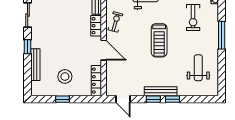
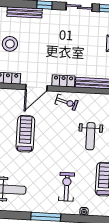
exercise bike: (193, 17) -> (67, 187), turned 90
treadmill: (159, 40) -> (25, 134), moved, turned 90

